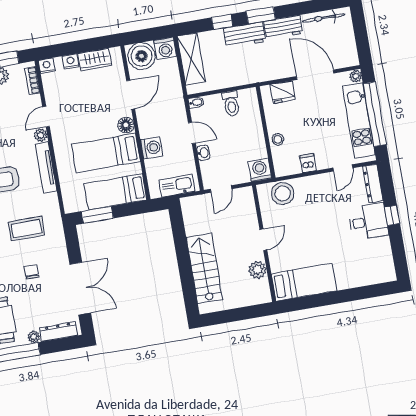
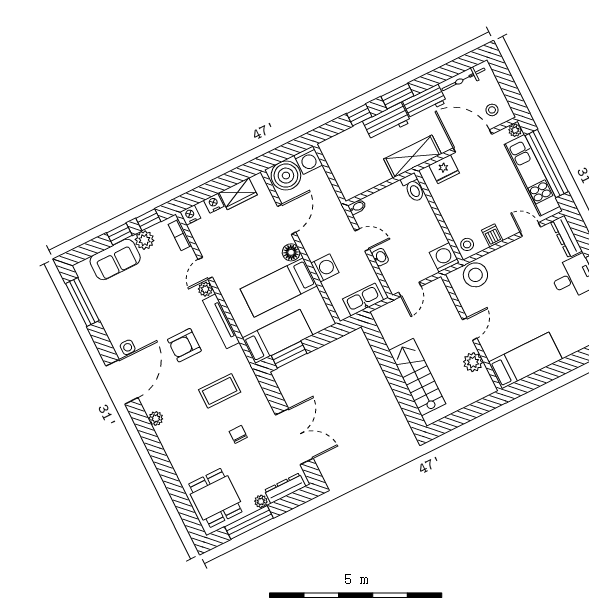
stool: (341, 52) -> (492, 110), added
shelving: (191, 59) -> (413, 156), moved, turned 90
toilet: (231, 104) -> (413, 188), moved
stool: (278, 139) -> (467, 244), moved
door: (343, 168) -> (530, 229), swing flipped
bed: (115, 192) -> (278, 336), moved, turned 180

